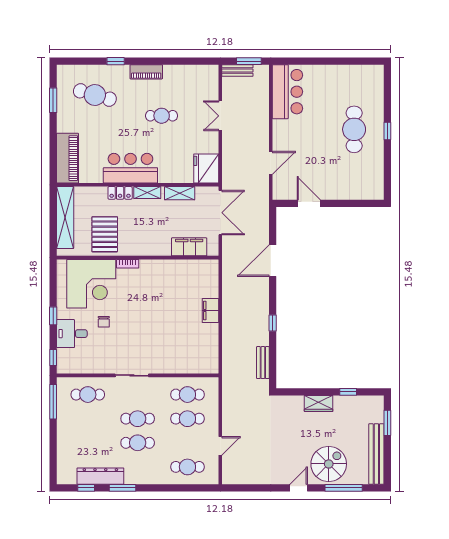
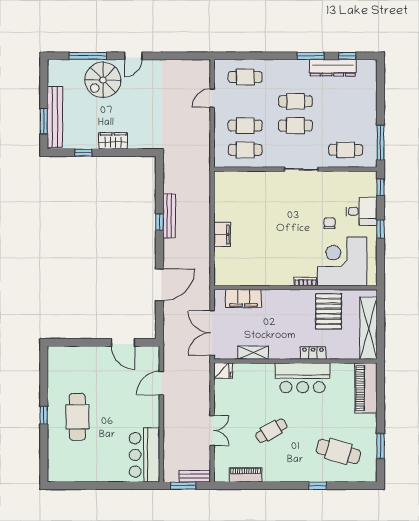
piano: (146, 72) -> (246, 475), moved
cafe table: (162, 116) -> (271, 431), turned -31
fridge: (206, 168) -> (223, 371), width x0.53, depth x0.75
shelving: (147, 193) -> (286, 353), removed
bench: (263, 363) -> (169, 216), moved, width x1.36
bench: (376, 454) -> (55, 117), moved

